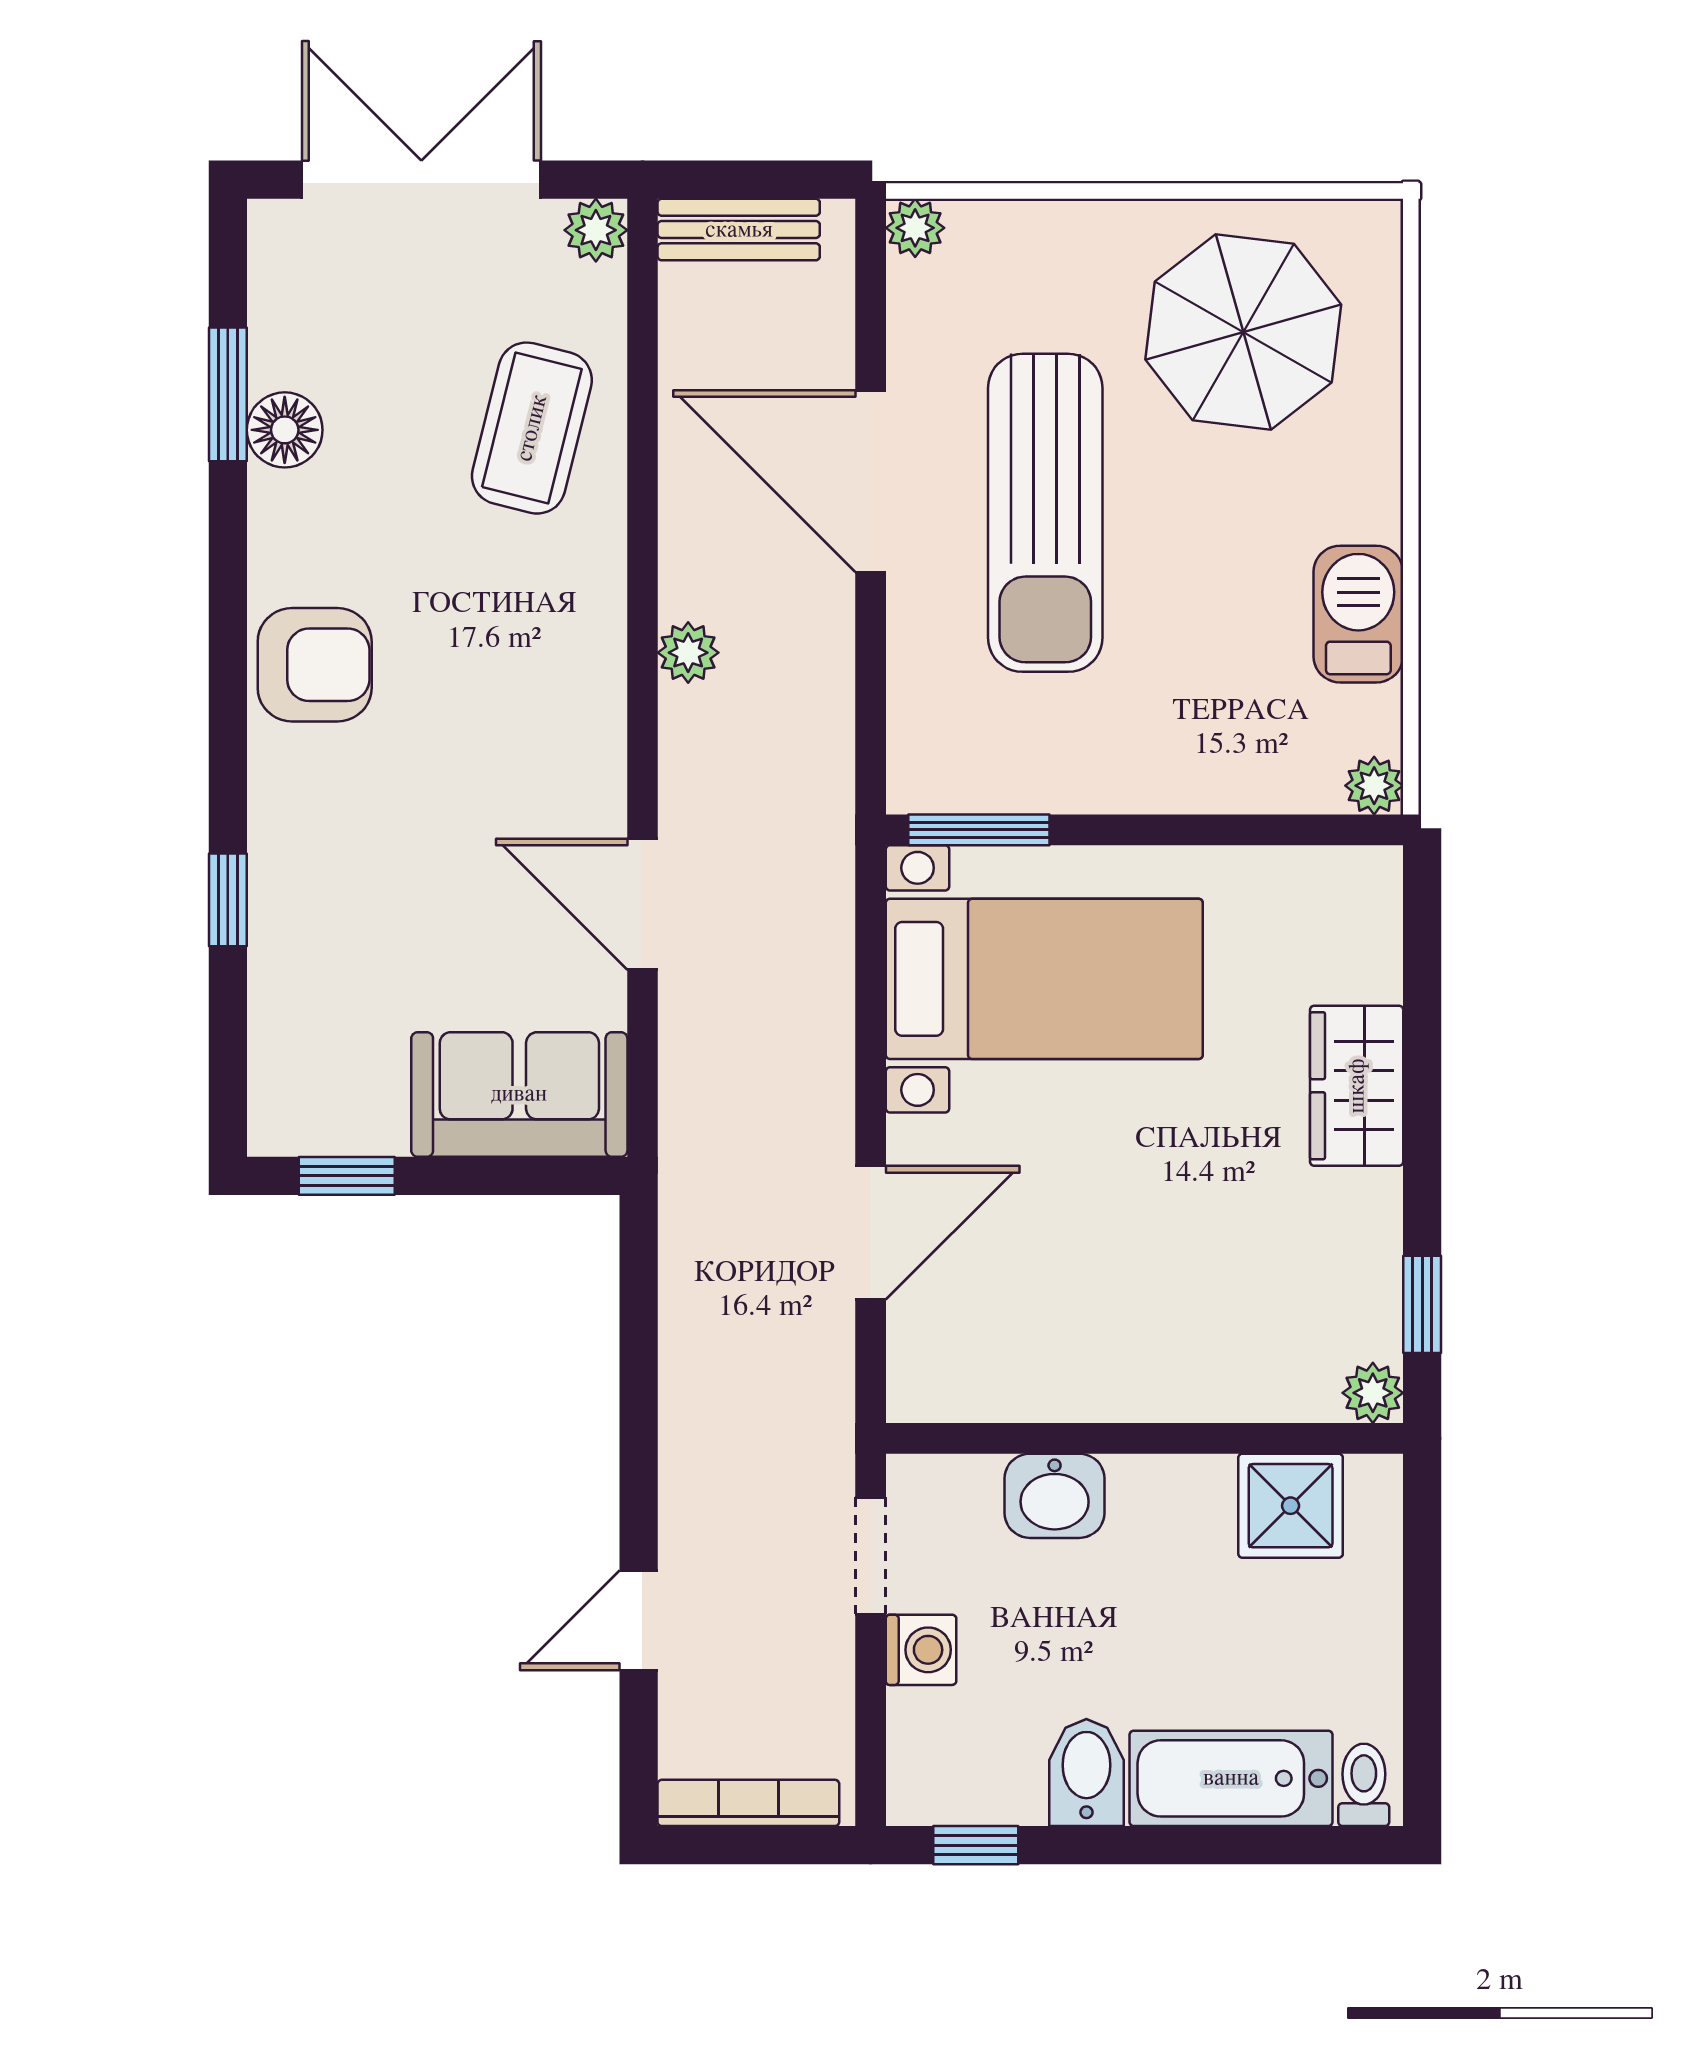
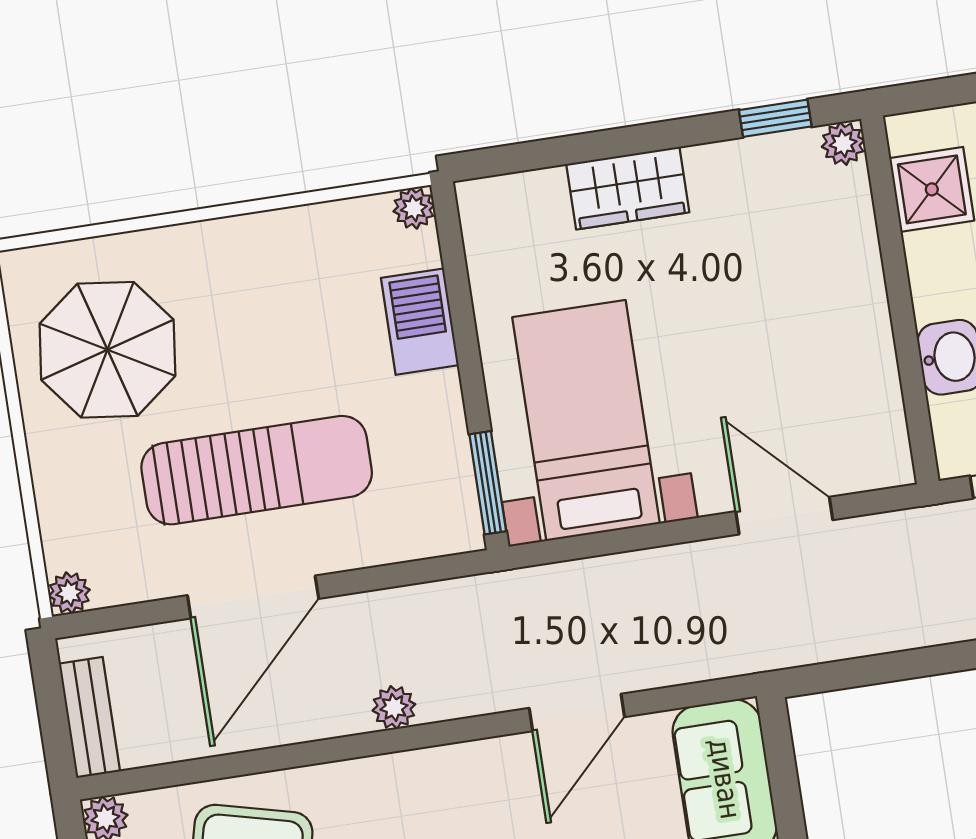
barbecue: (1358, 614) -> (420, 322), moved, turned 90

